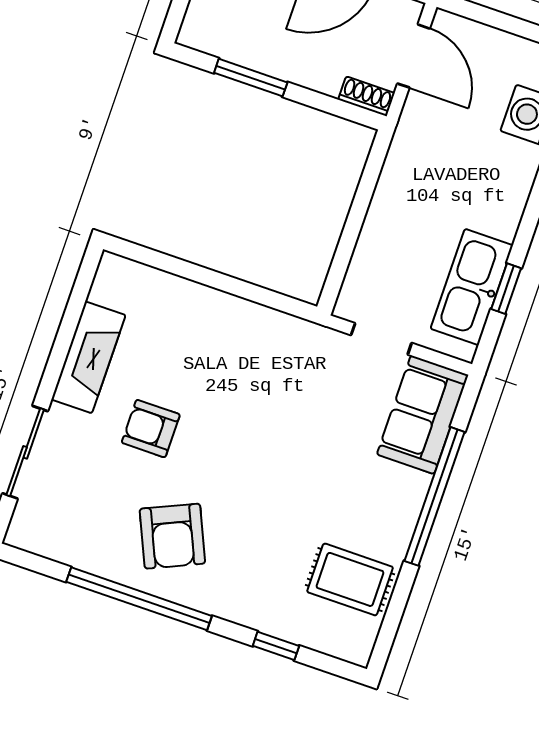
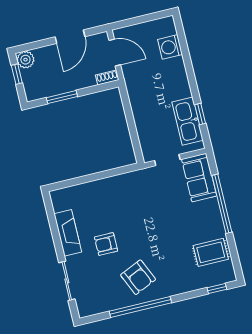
window: (276, 646) -> (217, 288), moved

